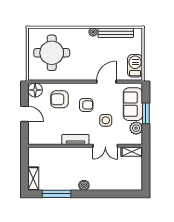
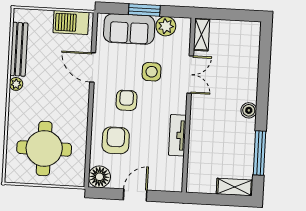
armchair: (60, 99) -> (116, 140), turned 180
tv unit: (75, 139) -> (177, 135), moved

